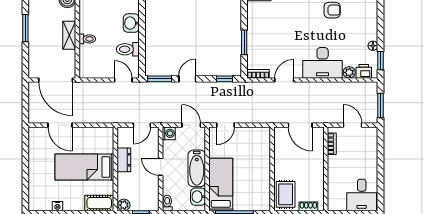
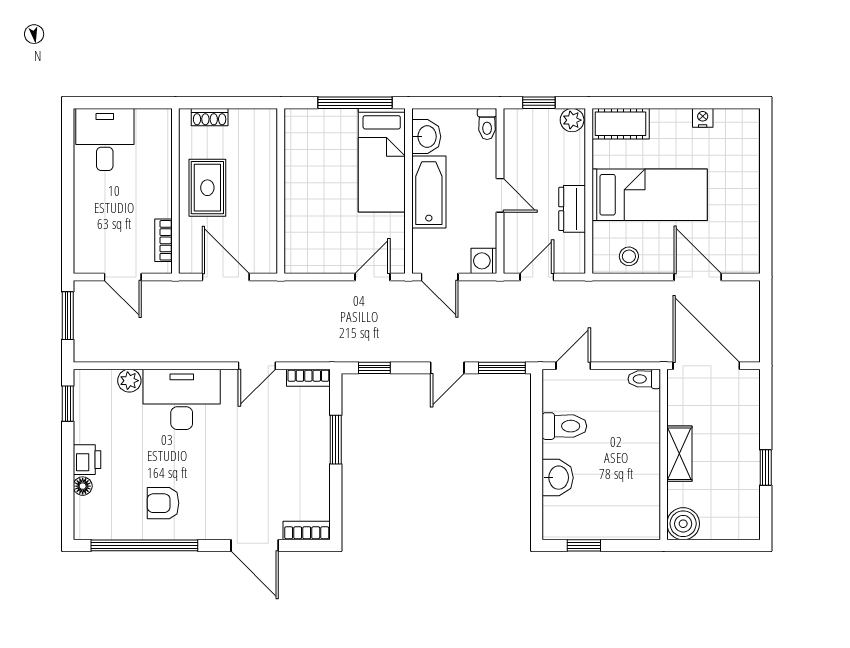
window: (25, 28) -> (766, 468), width x0.67
toilet: (87, 39) -> (644, 379), moved
floor lamp: (373, 46) -> (83, 486), moved
printer: (364, 71) -> (87, 460), moved, turned -90
door: (123, 80) -> (573, 366), swing flipped
stool: (95, 136) -> (629, 256), added
rug: (286, 194) -> (207, 188), moved

